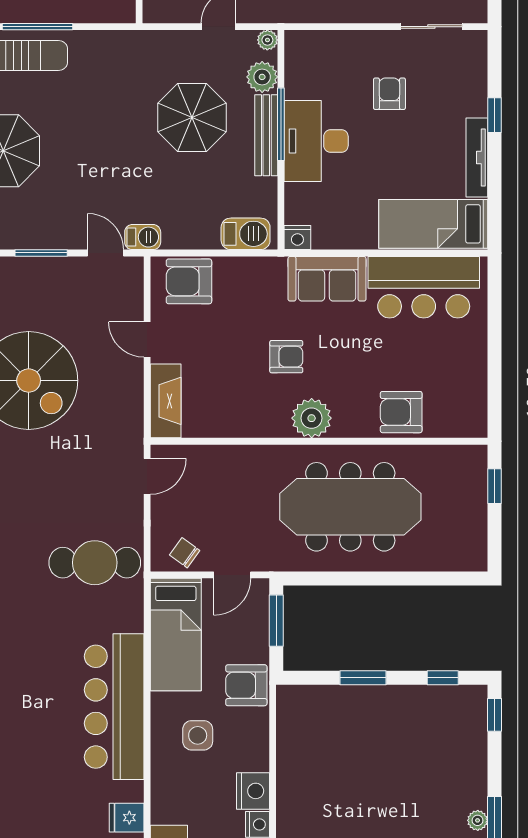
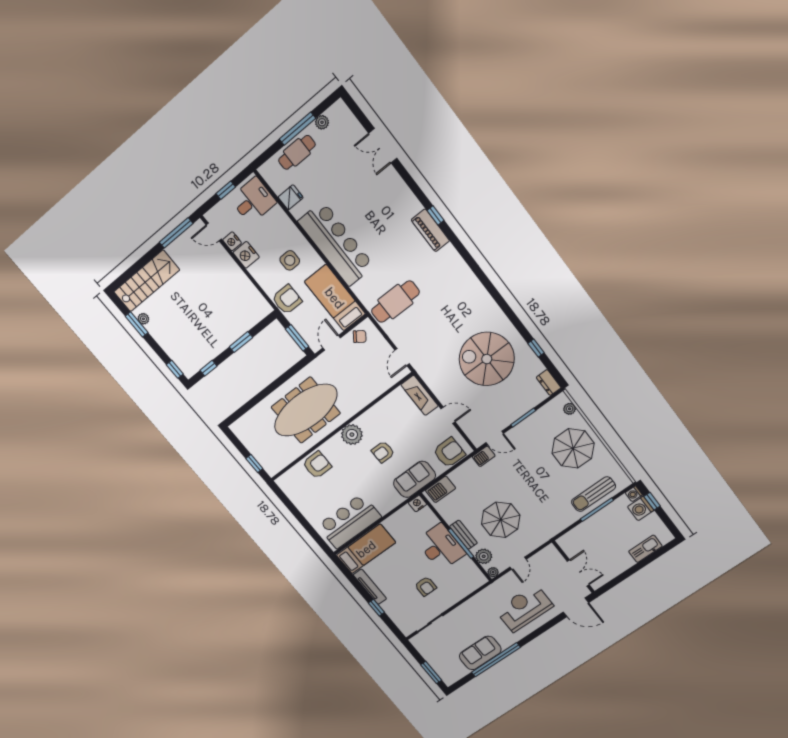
bench: (266, 135) -> (463, 535), width x0.73
sofa: (327, 279) -> (415, 479), moved

